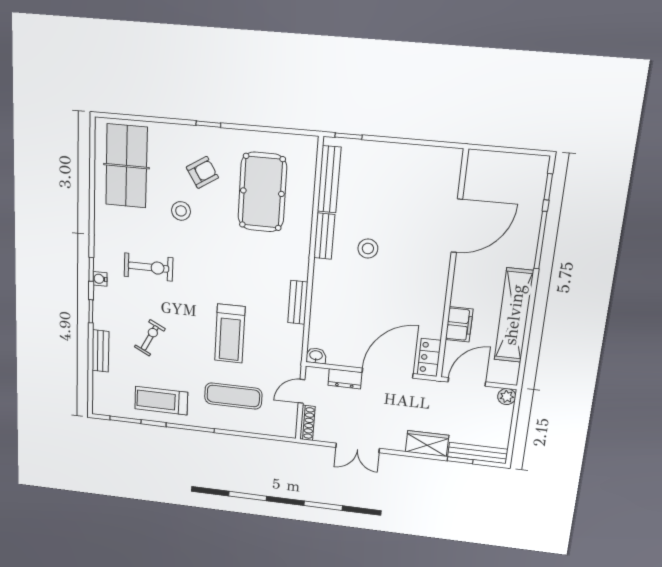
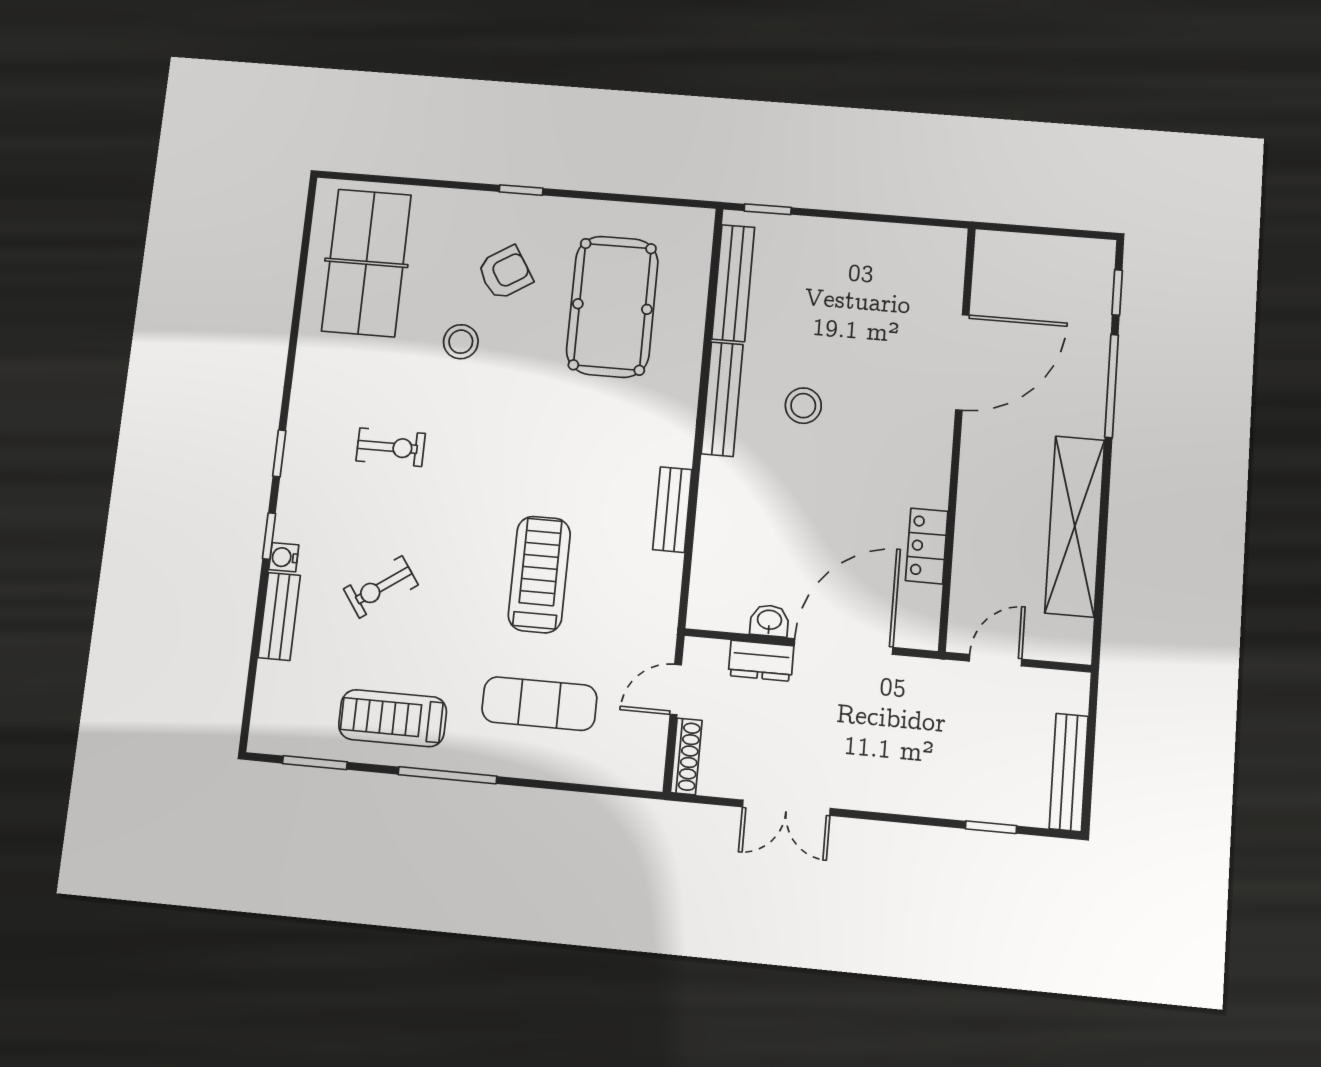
bench: (324, 236) -> (722, 399), width x1.36
exercise bike: (148, 267) -> (391, 447), width x0.73, depth x0.72
water cooler: (100, 279) -> (284, 557), moved
filing cabinet: (459, 324) -> (975, 546), removed
treadmill: (230, 334) -> (539, 574), turned 180
exercise bike: (150, 338) -> (381, 587), turned -152
washbasin: (316, 356) -> (769, 621), moved
locker: (429, 357) -> (927, 546), moved
door: (467, 382) -> (996, 660), width x0.73
plant: (507, 397) -> (1073, 688), removed
wardrobe: (427, 444) -> (924, 793), removed
bench: (478, 453) -> (1069, 772), moved, turned 90

